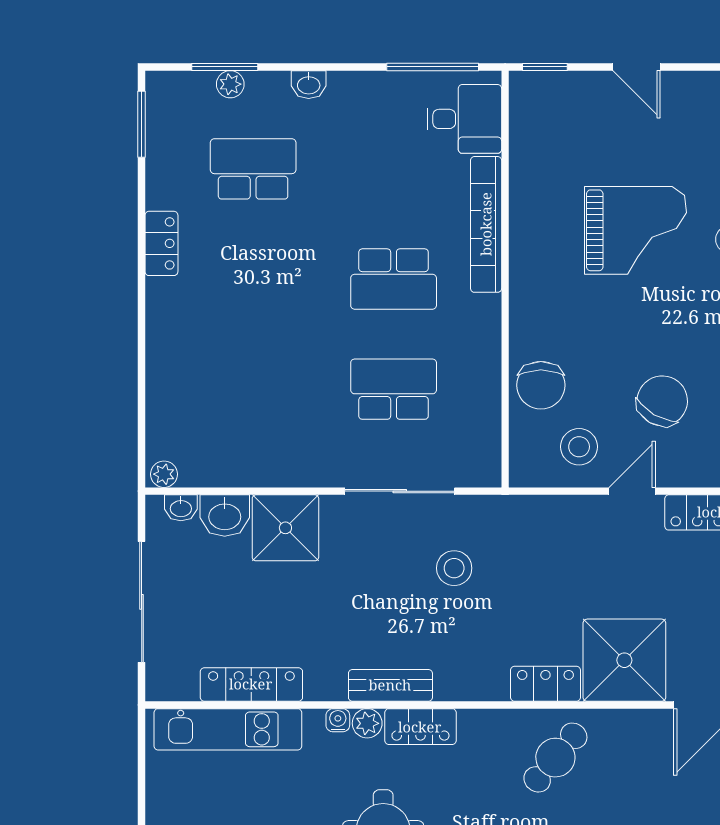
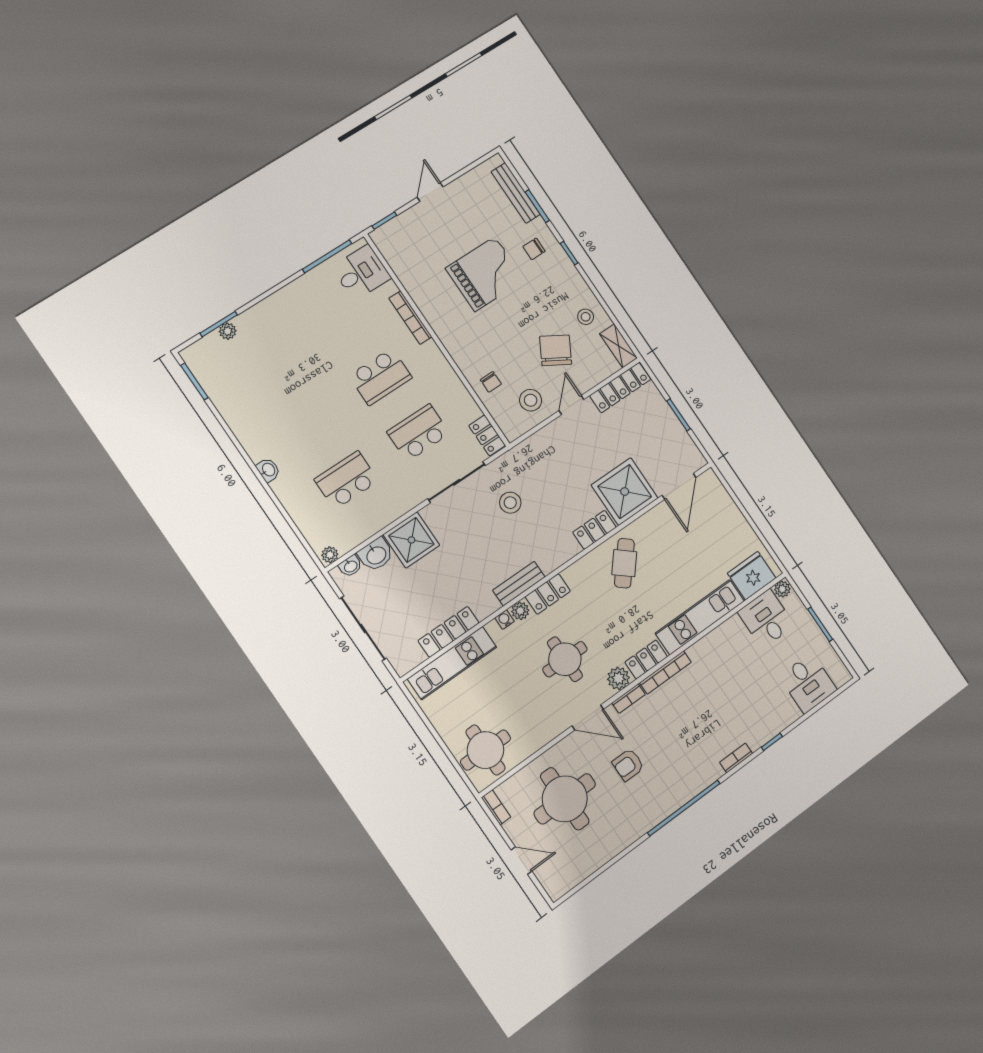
door: (637, 67) -> (430, 192), swing flipped
washbasin: (309, 85) -> (268, 470), moved, turned -90
school desk: (253, 169) -> (346, 480), moved
bookcase: (486, 224) -> (410, 318), width x0.68, depth x0.76
locker: (161, 243) -> (487, 435), moved, turned 180
chair: (541, 385) -> (491, 382), width x0.54, depth x0.54

